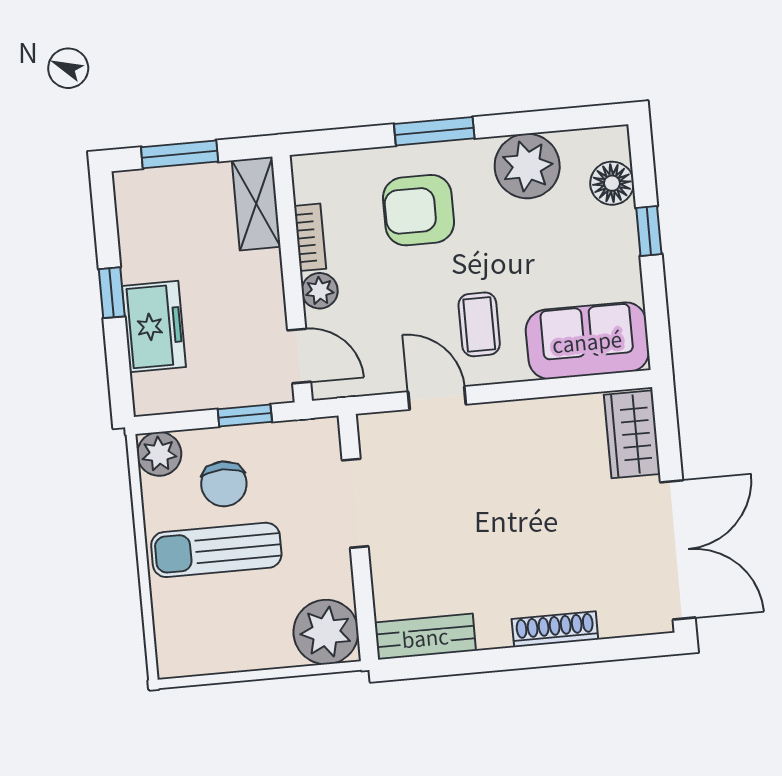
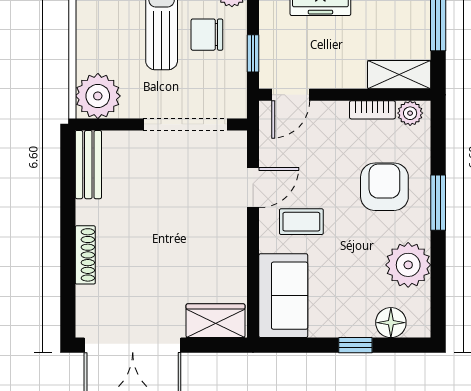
plant: (320, 291) -> (410, 113), moved
doorway: (355, 503) -> (185, 124), width x1.36

